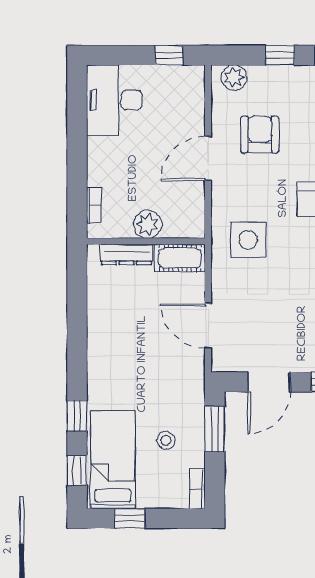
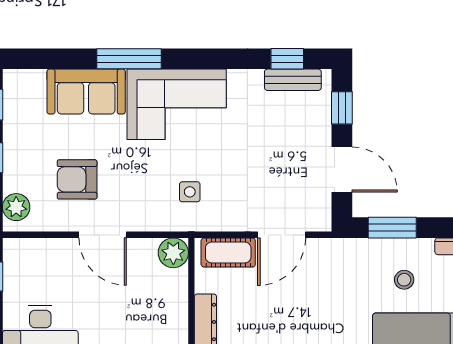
plant: (148, 224) -> (173, 253), moved
side table: (248, 240) -> (190, 192), width x0.54, depth x0.54
cot: (180, 258) -> (228, 253), moved, turned 90

